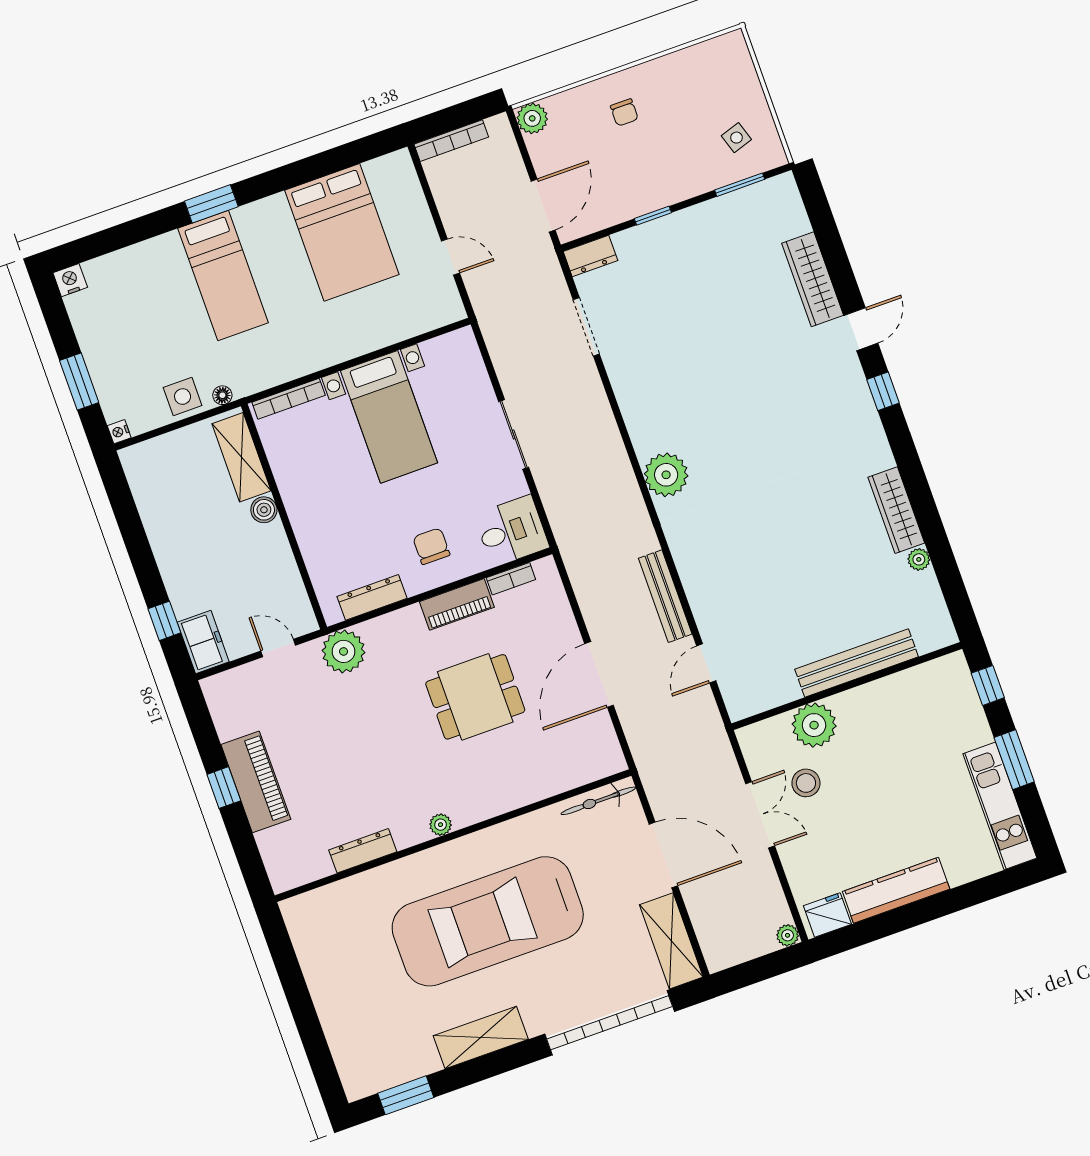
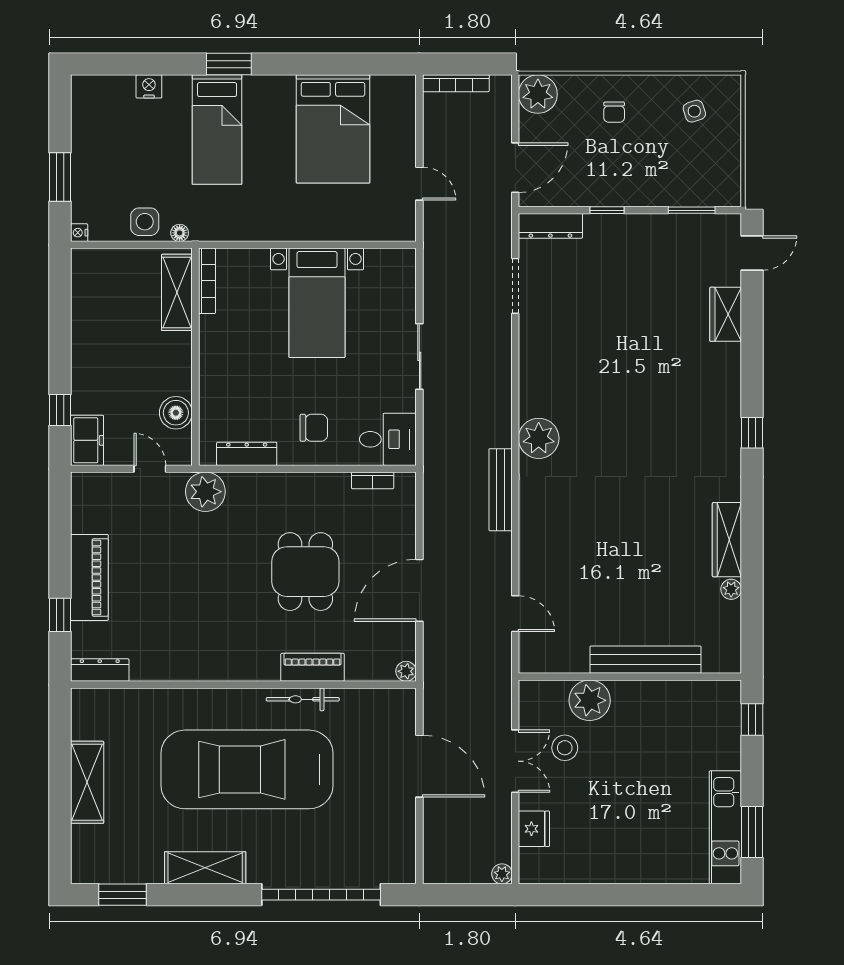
plant: (532, 118) -> (538, 94), width x1.36, depth x1.36
side table: (736, 138) -> (694, 111), moved
dresser: (590, 256) -> (550, 226), width x1.44
wardrobe: (813, 279) -> (726, 314), width x0.67
nightstand: (70, 280) -> (149, 86), moved
door: (861, 329) -> (752, 253), moved
bookcase: (289, 399) -> (207, 281), moved, turned -90
boiler: (264, 510) -> (176, 413), moved, width x1.36, depth x1.36
chair: (431, 546) -> (314, 428), turned 90
bench: (665, 596) -> (501, 490), moved
piano: (457, 604) -> (312, 667), moved, turned 180
door: (706, 663) -> (515, 614), swing flipped
dining table: (475, 697) -> (305, 572), turned 90
window: (1014, 760) -> (752, 832), moved
window: (224, 788) -> (60, 615), moved
bicycle: (598, 801) -> (303, 699), moved
plant: (441, 825) -> (406, 671), moved
dresser: (363, 851) -> (100, 670), moved
kitchen counter: (896, 890) -> (610, 868), removed
fridge: (827, 915) -> (534, 829), moved, turned 90
shelving: (671, 941) -> (87, 782), moved

